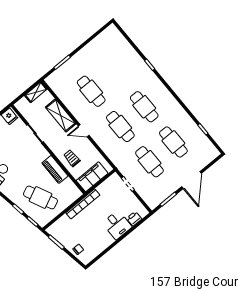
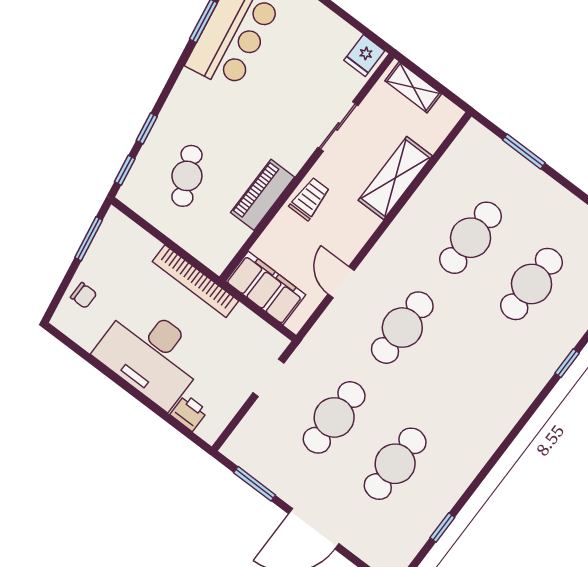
shelving: (36, 92) -> (413, 87), moved
cafe table: (144, 107) -> (532, 284), moved
door: (84, 131) -> (341, 282), moved
trolley: (72, 158) -> (310, 199), moved
cafe table: (41, 197) -> (187, 176), width x0.73, depth x0.74
desk: (117, 225) -> (151, 354), width x1.87, depth x1.30

